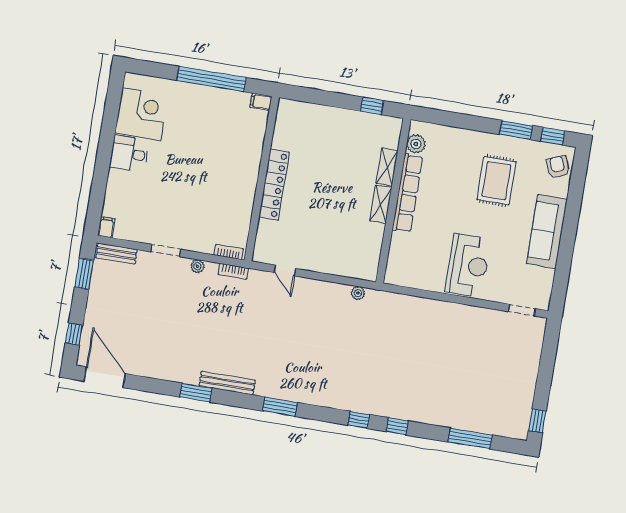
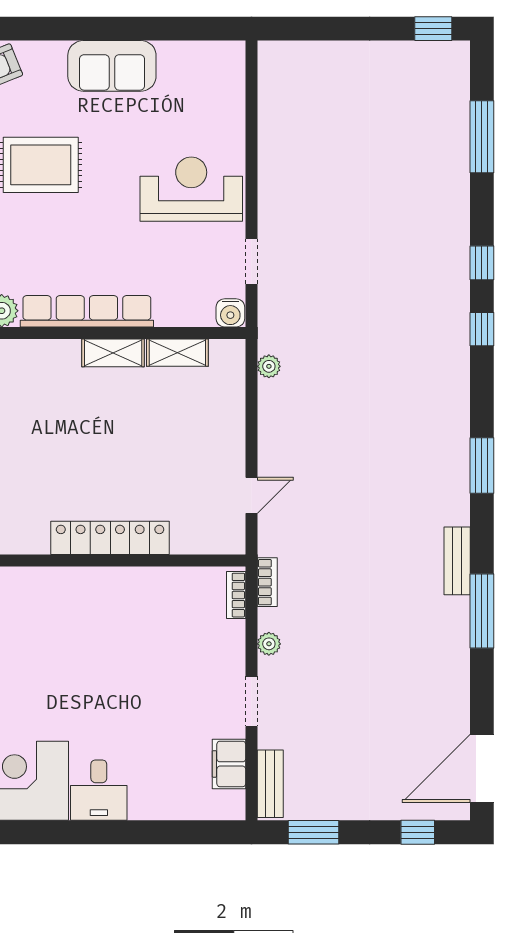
shelving: (387, 167) -> (177, 353), moved
filing cabinet: (106, 227) -> (229, 764), moved, width x2.00
sofa: (547, 231) -> (112, 66), width x0.73
water cooler: (393, 276) -> (230, 313), added
doorway: (522, 310) -> (251, 261), moved
bench: (227, 383) -> (457, 561), width x0.73
window: (196, 393) -> (482, 611), width x1.44

